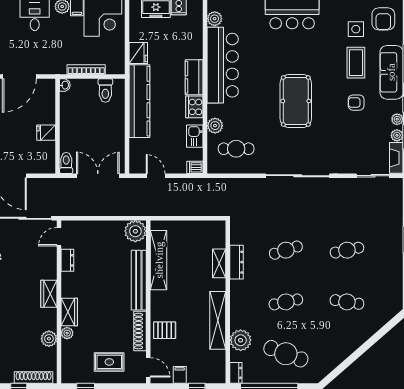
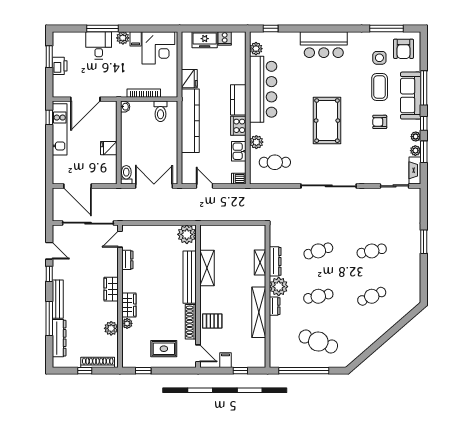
shelving: (159, 260) -> (207, 268), width x0.68
cafe table: (347, 302) -> (372, 296), turned -33
plant: (241, 340) -> (279, 287), moved
dresser: (236, 373) -> (275, 306), moved

